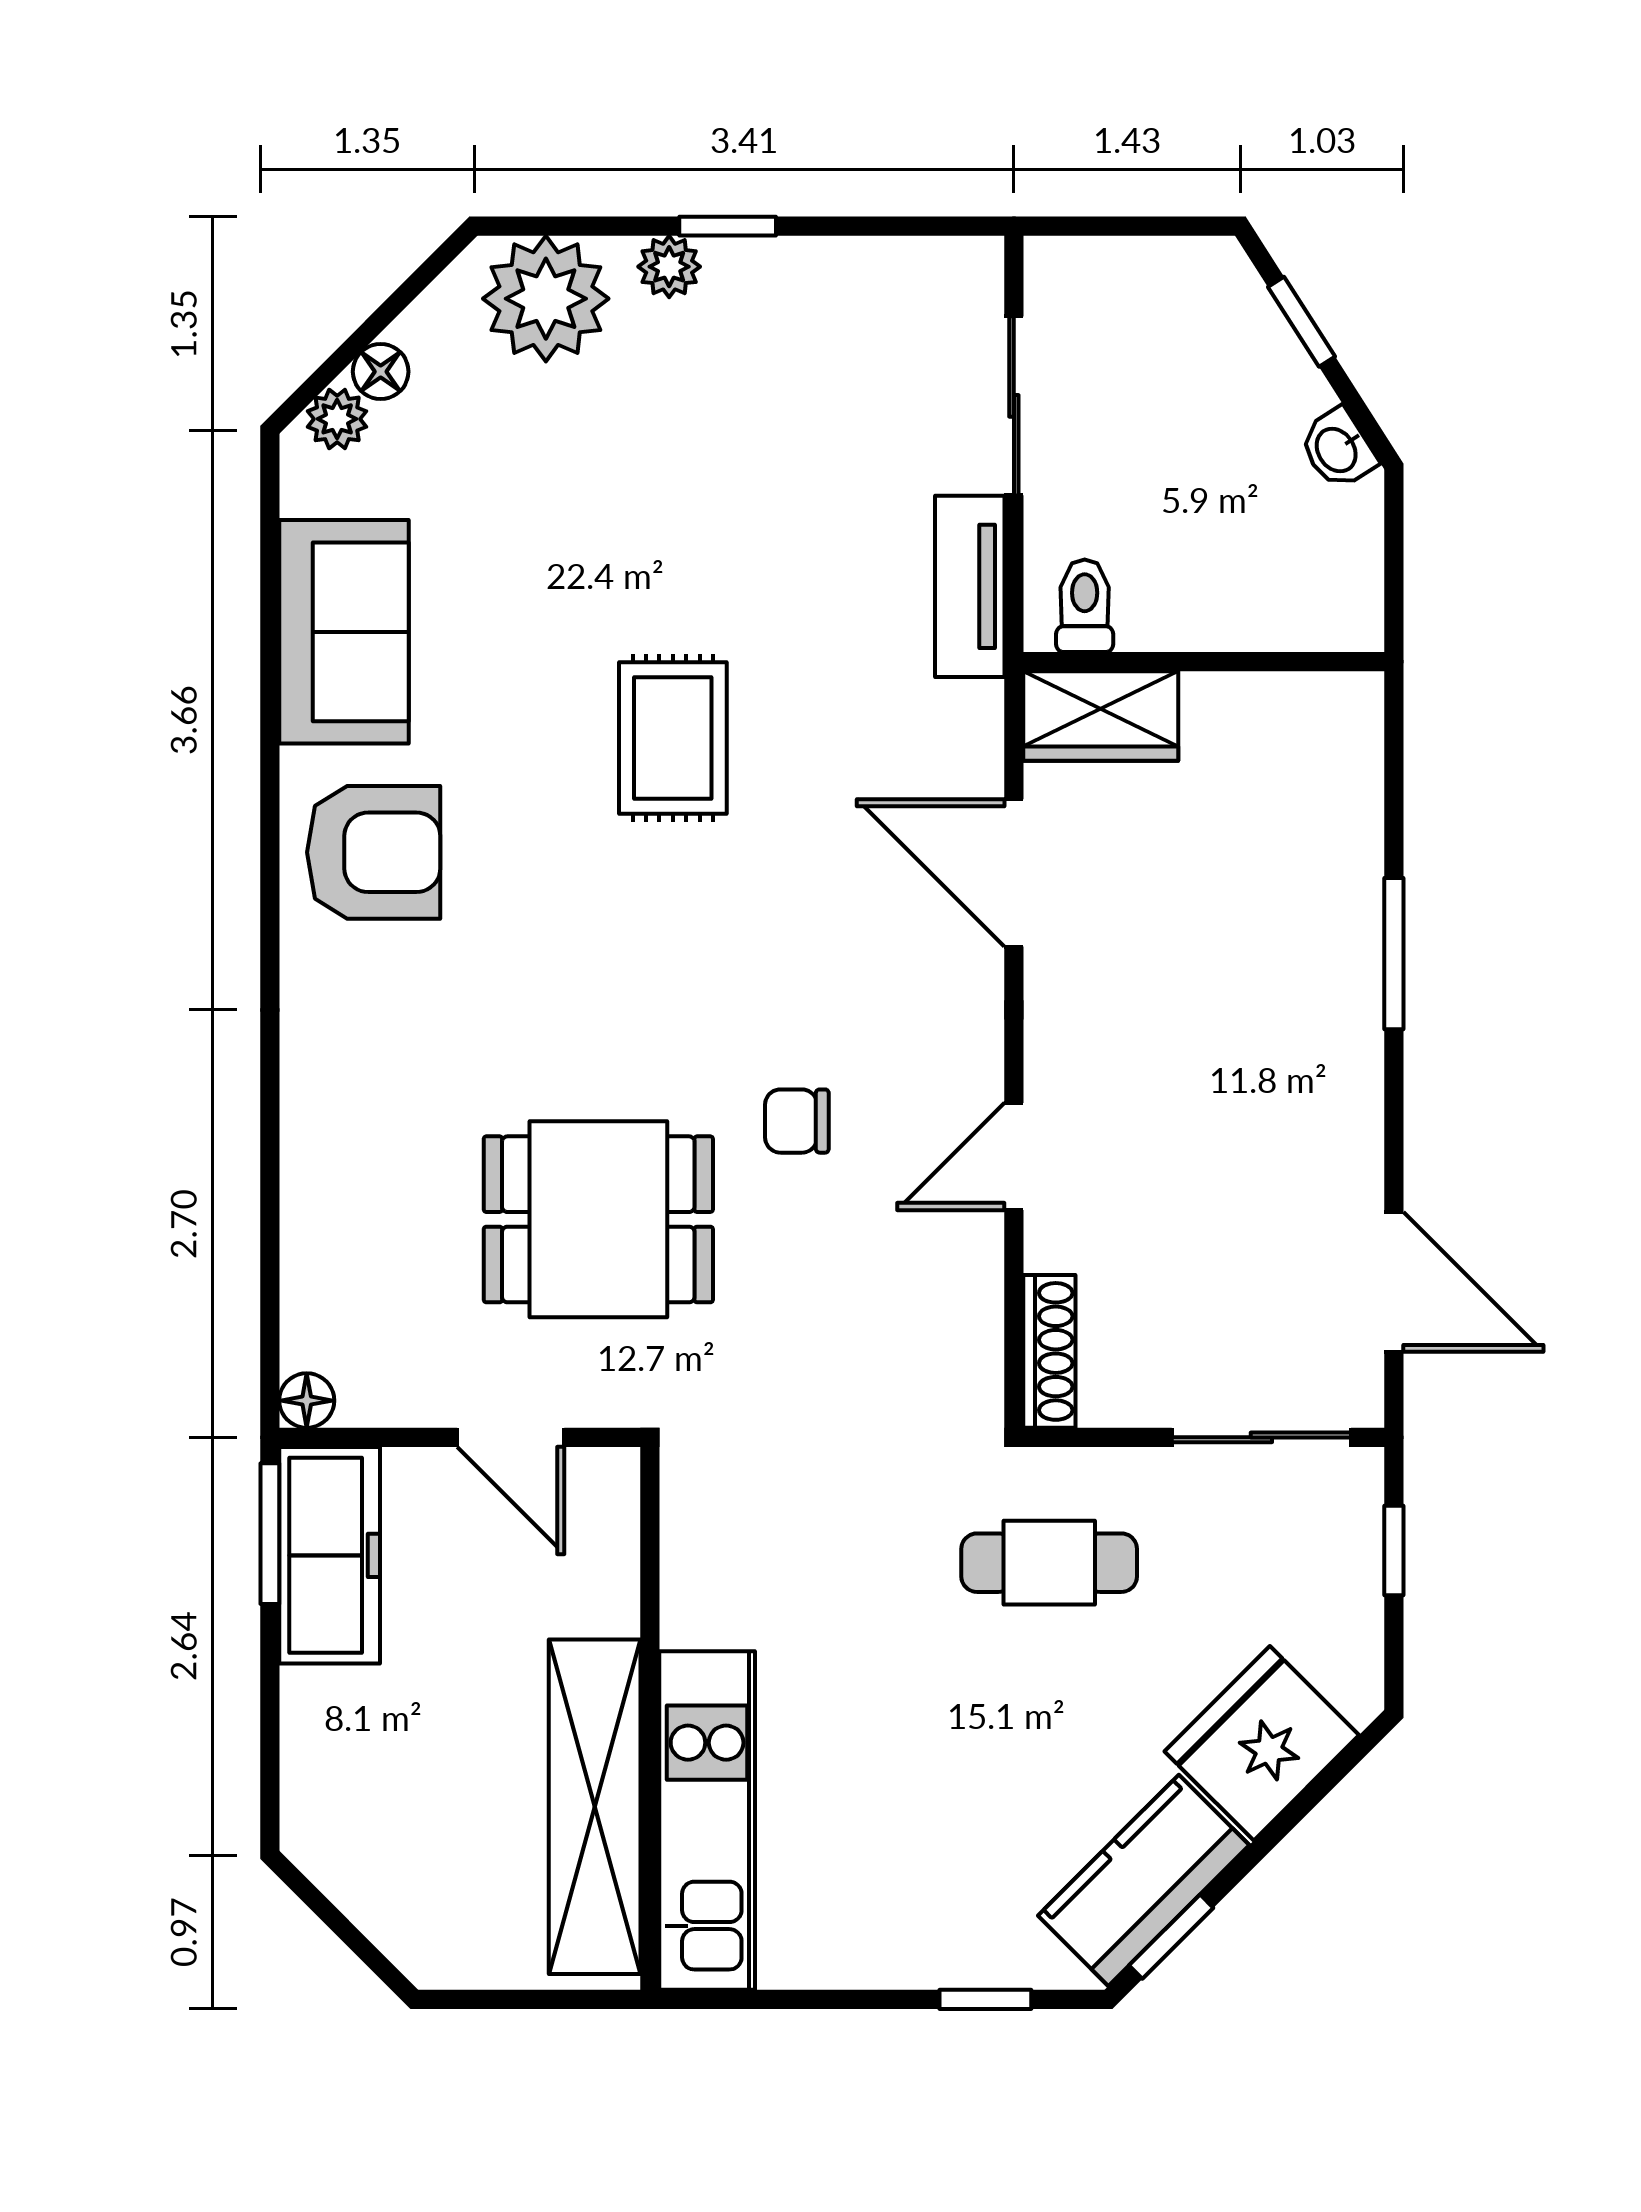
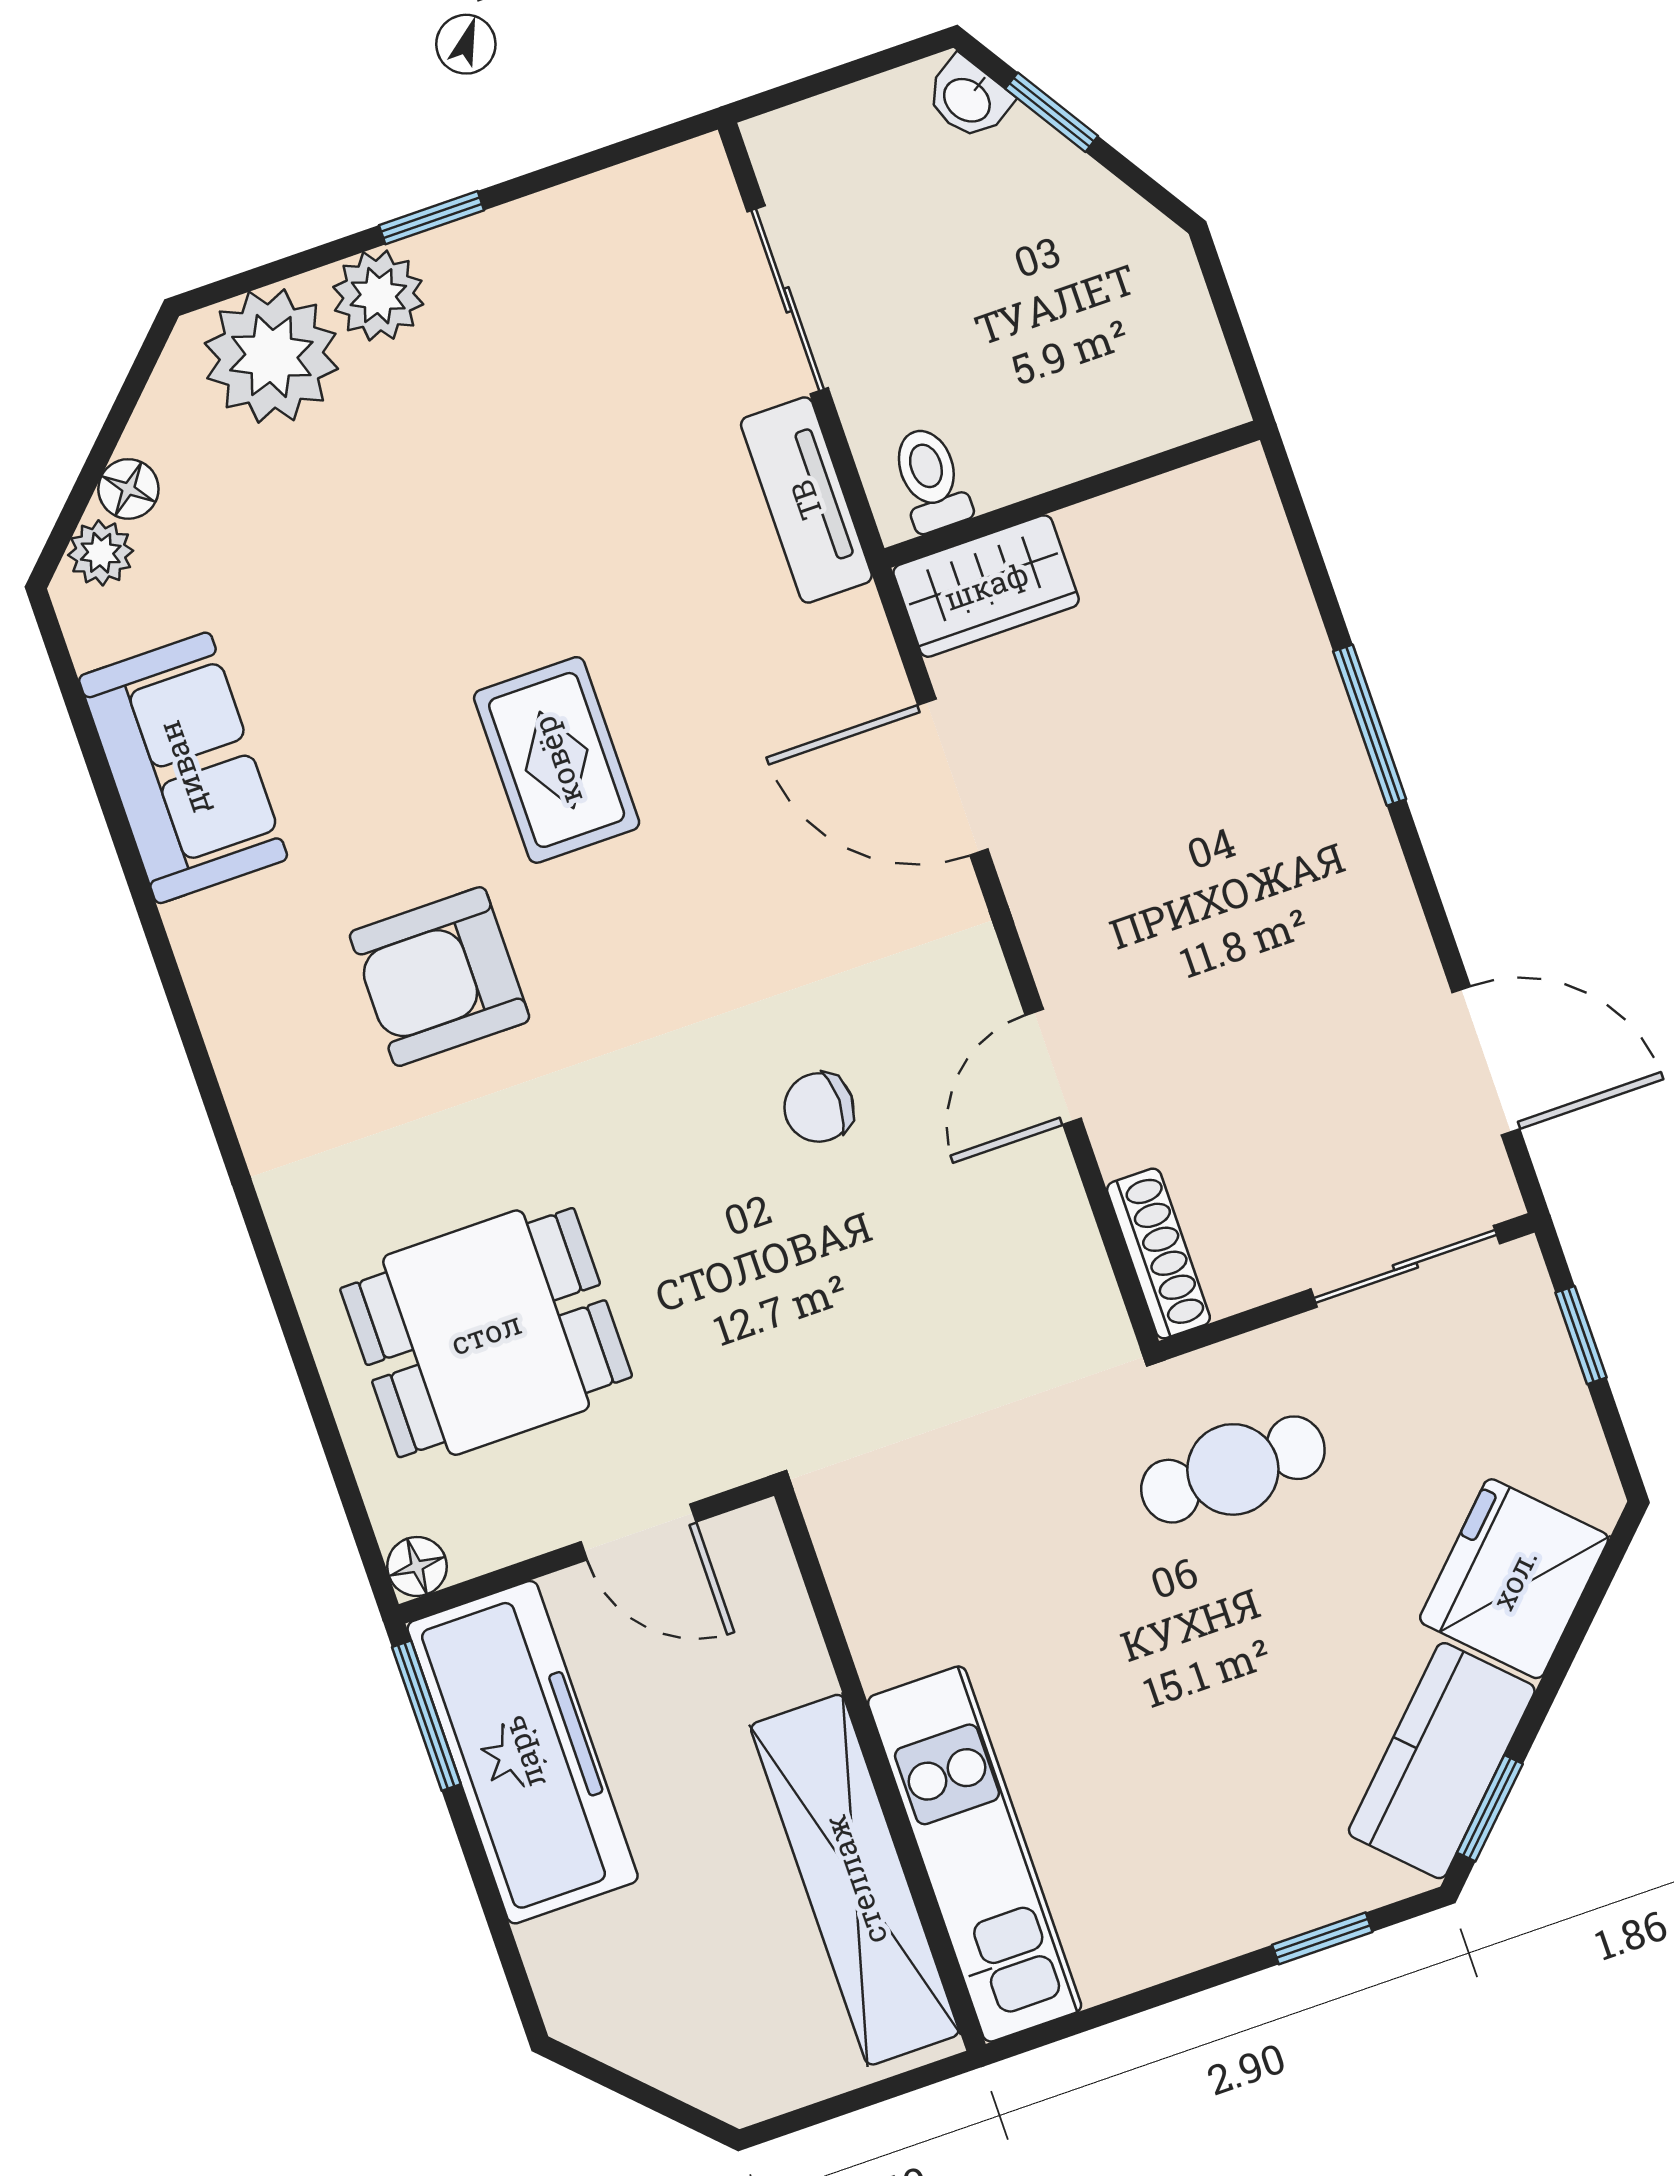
plant: (669, 267) -> (378, 296), width x1.38, depth x1.38
washbasin: (1338, 449) -> (968, 99), moved
armchair: (374, 852) -> (440, 977), moved, turned 180
dining table: (598, 1219) -> (486, 1333), moved
freezer: (330, 1555) -> (523, 1752), width x1.36, depth x1.26

